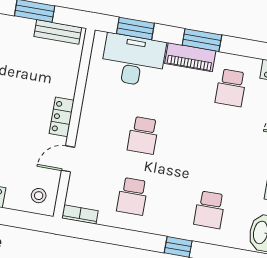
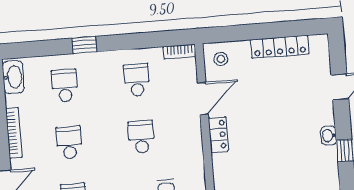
school desk: (220, 149) -> (69, 142), added
door: (68, 159) -> (203, 99), width x1.38

